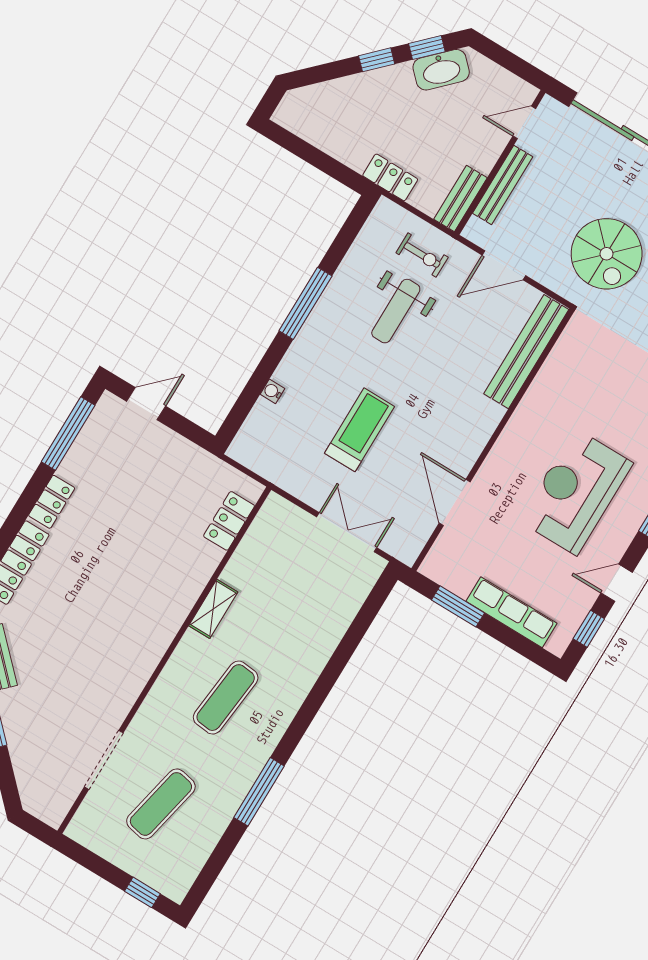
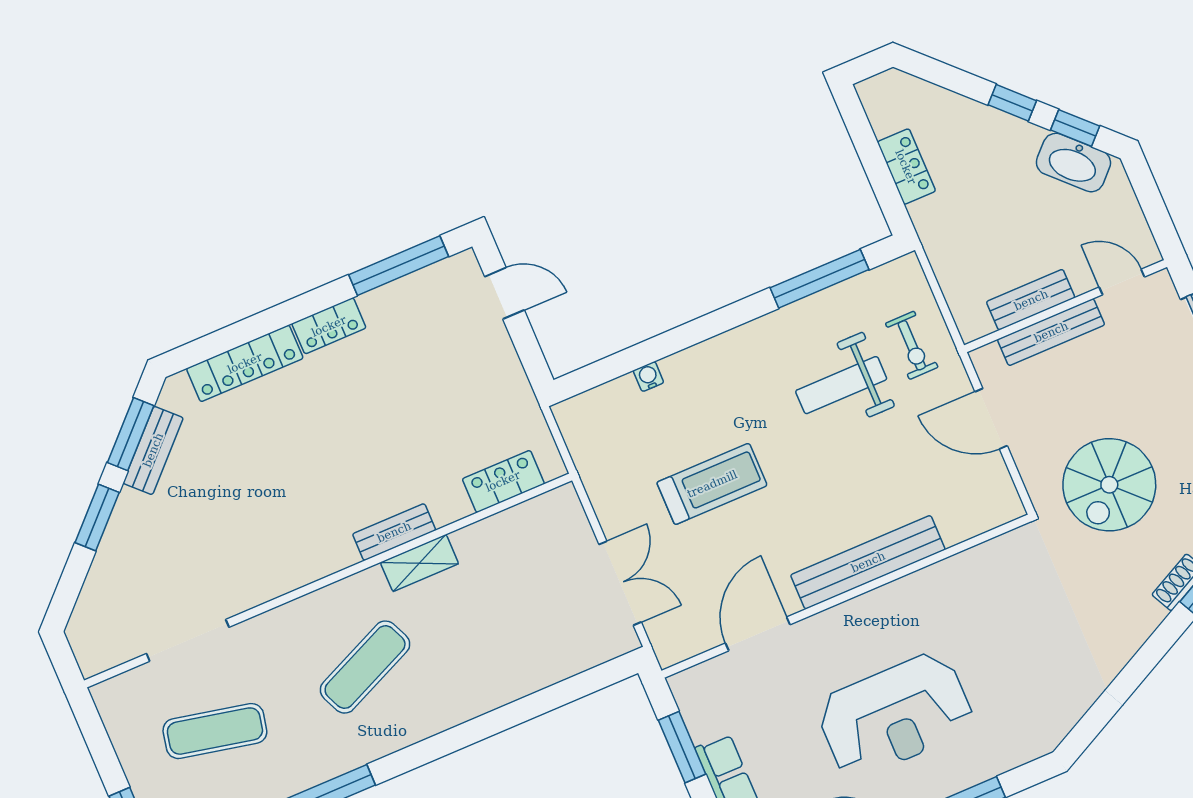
locker: (390, 177) -> (906, 167), moved
bench: (461, 198) -> (1031, 300), moved
window: (305, 303) -> (819, 279), moved
bench: (526, 352) -> (868, 562), moved
reception desk: (576, 492) -> (895, 715), turned 180
bench: (184, 601) -> (394, 532), added
exercise mat: (226, 698) -> (365, 667), turned -30

